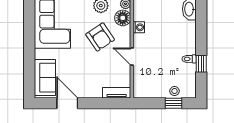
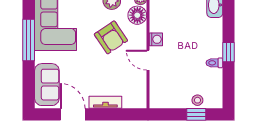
washing machine: (139, 27) -> (156, 39), moved
window: (29, 39) -> (29, 40), added
window: (201, 64) -> (229, 52), moved
tv unit: (117, 93) -> (105, 102), moved

